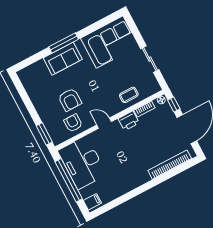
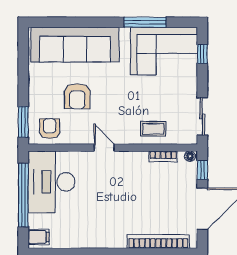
window: (135, 31) -> (202, 54), added
window: (64, 43) -> (145, 22), moved
sofa: (63, 59) -> (75, 45), width x1.85, depth x1.27
sliding door: (150, 59) -> (202, 116), moved
printer: (129, 121) -> (136, 161), removed
armchair: (73, 123) -> (50, 129), moved

